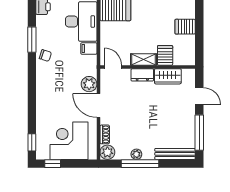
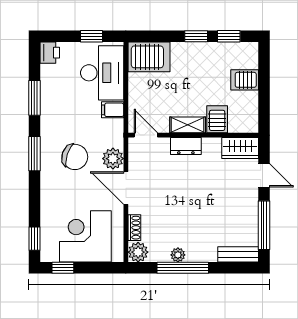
chair: (45, 55) -> (75, 157), moved, width x1.87, depth x1.87
wardrobe: (168, 76) -> (240, 148), moved
window: (32, 80) -> (34, 154), added
bench: (175, 154) -> (238, 254), width x0.73

